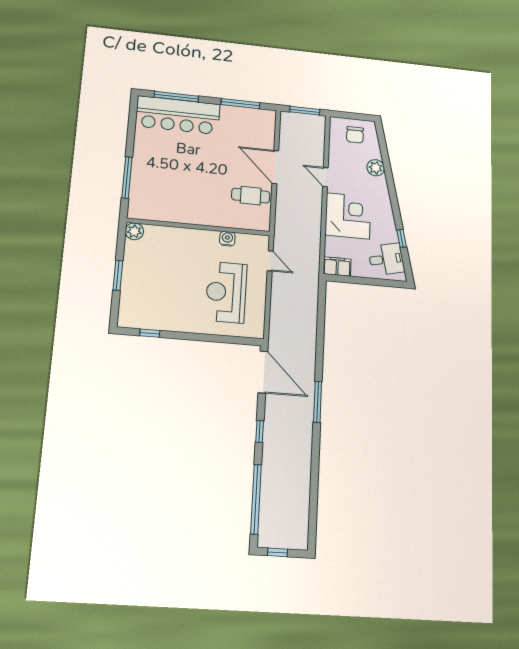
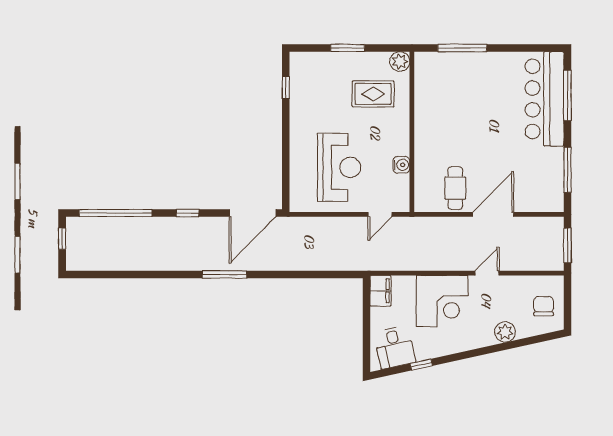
chair: (355, 135) -> (544, 306), turned 90
rug: (162, 257) -> (373, 94), added
reception desk: (226, 292) -> (339, 167), turned 90

